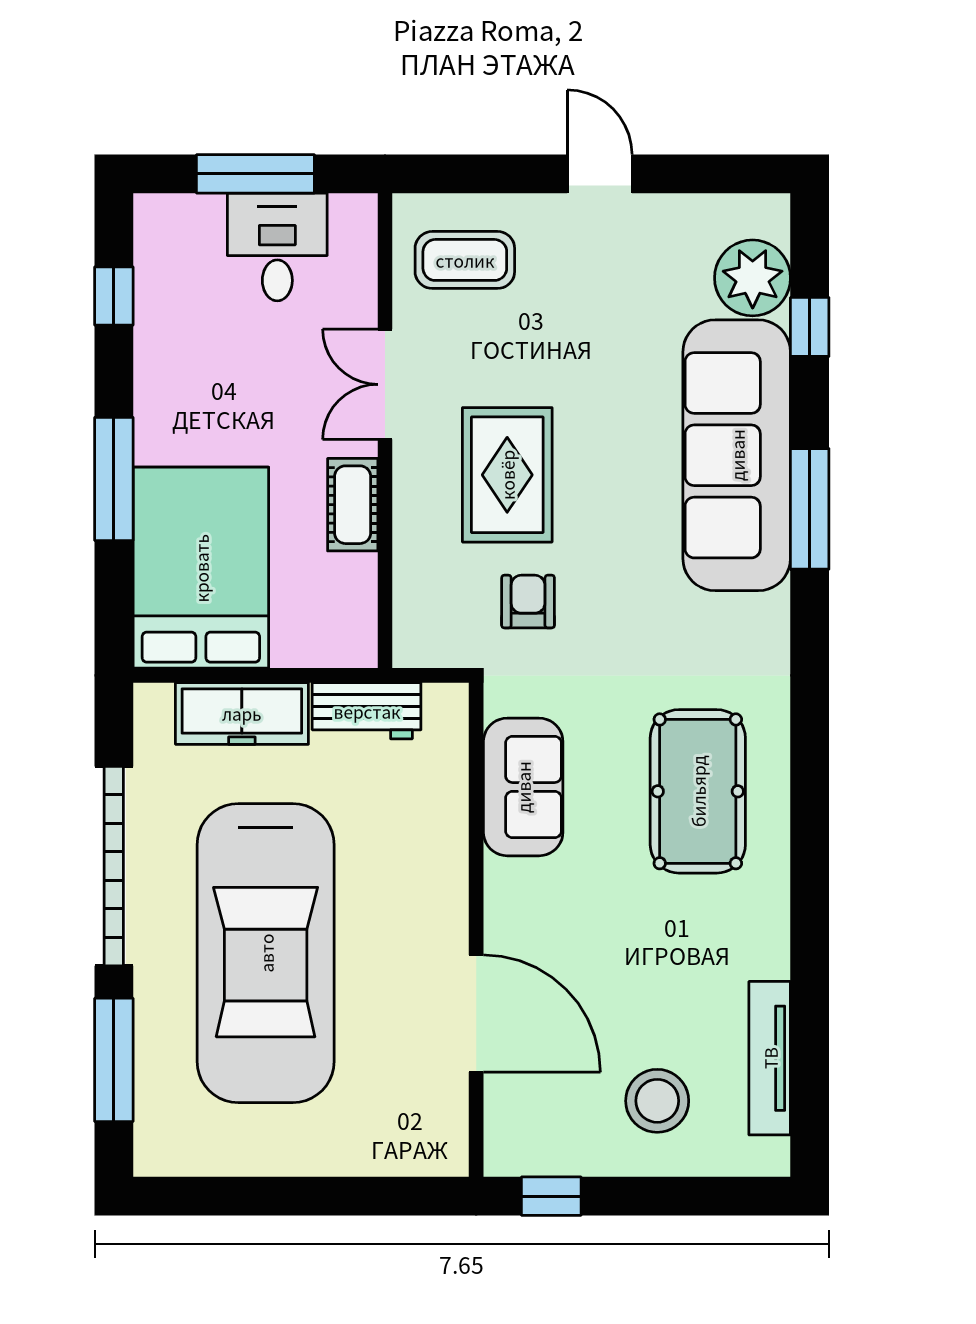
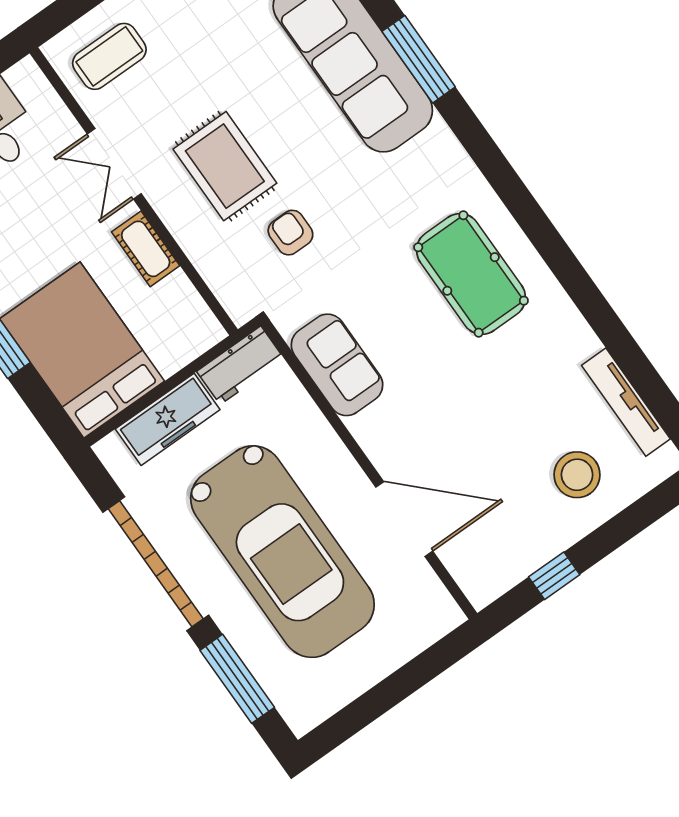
sofa: (523, 787) -> (337, 365), moved
wall: (476, 930) -> (369, 469), moved
door: (476, 1013) -> (404, 519), moved

